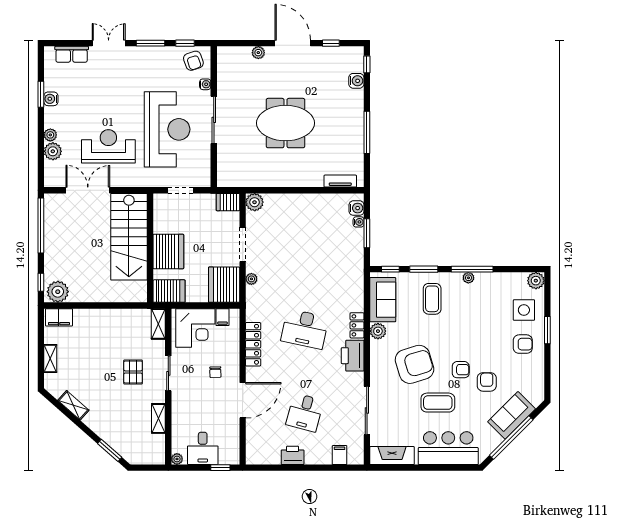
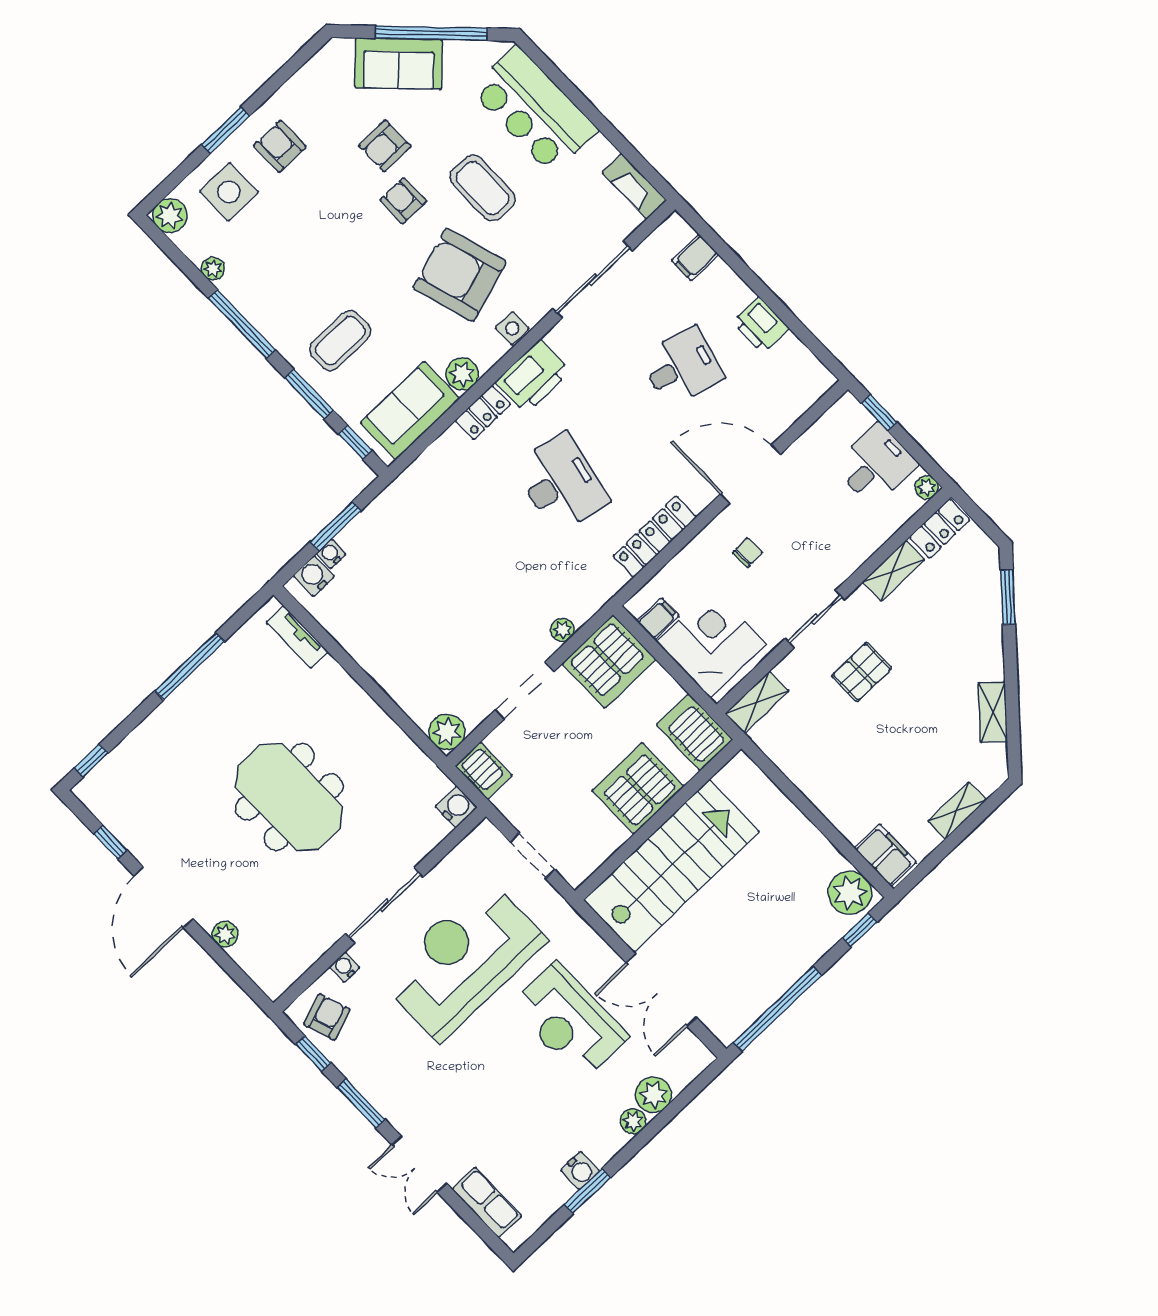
water cooler: (356, 81) -> (456, 807), moved, turned 90
plant: (468, 278) -> (213, 269), moved
side table: (377, 365) -> (512, 328), added
locker: (158, 449) -> (940, 529), added
fireplace: (392, 456) -> (634, 186), width x0.73, depth x0.76

